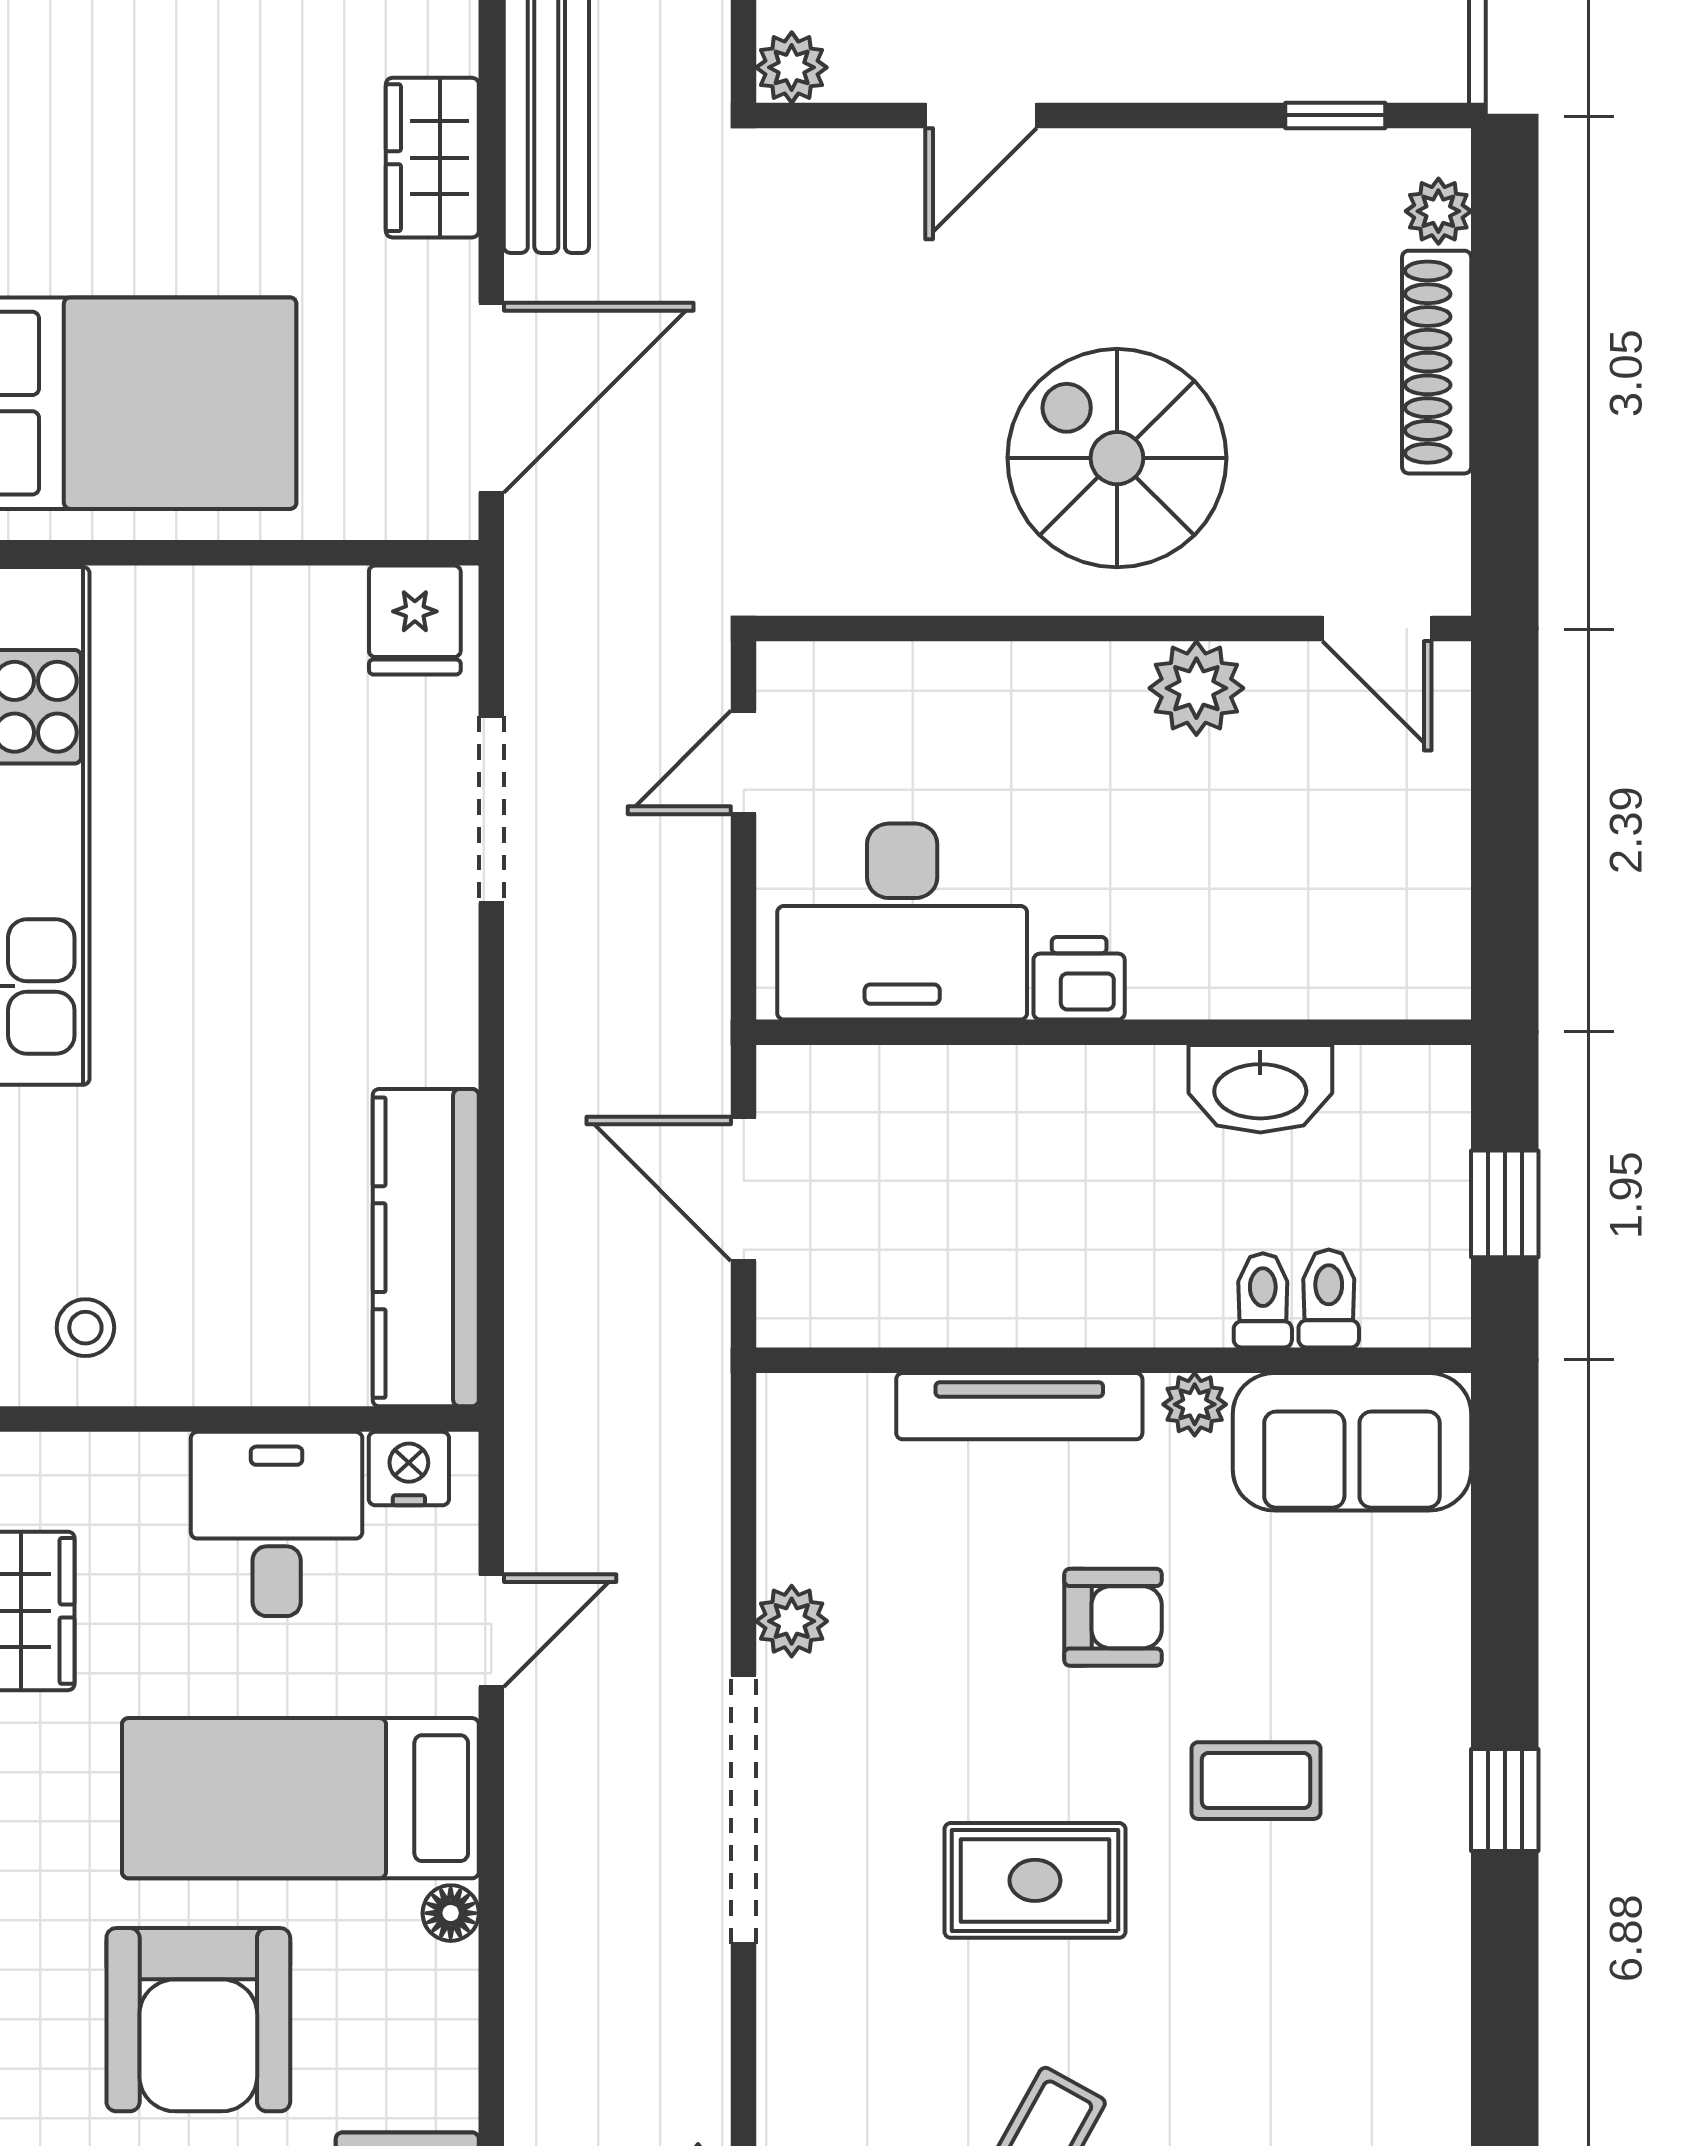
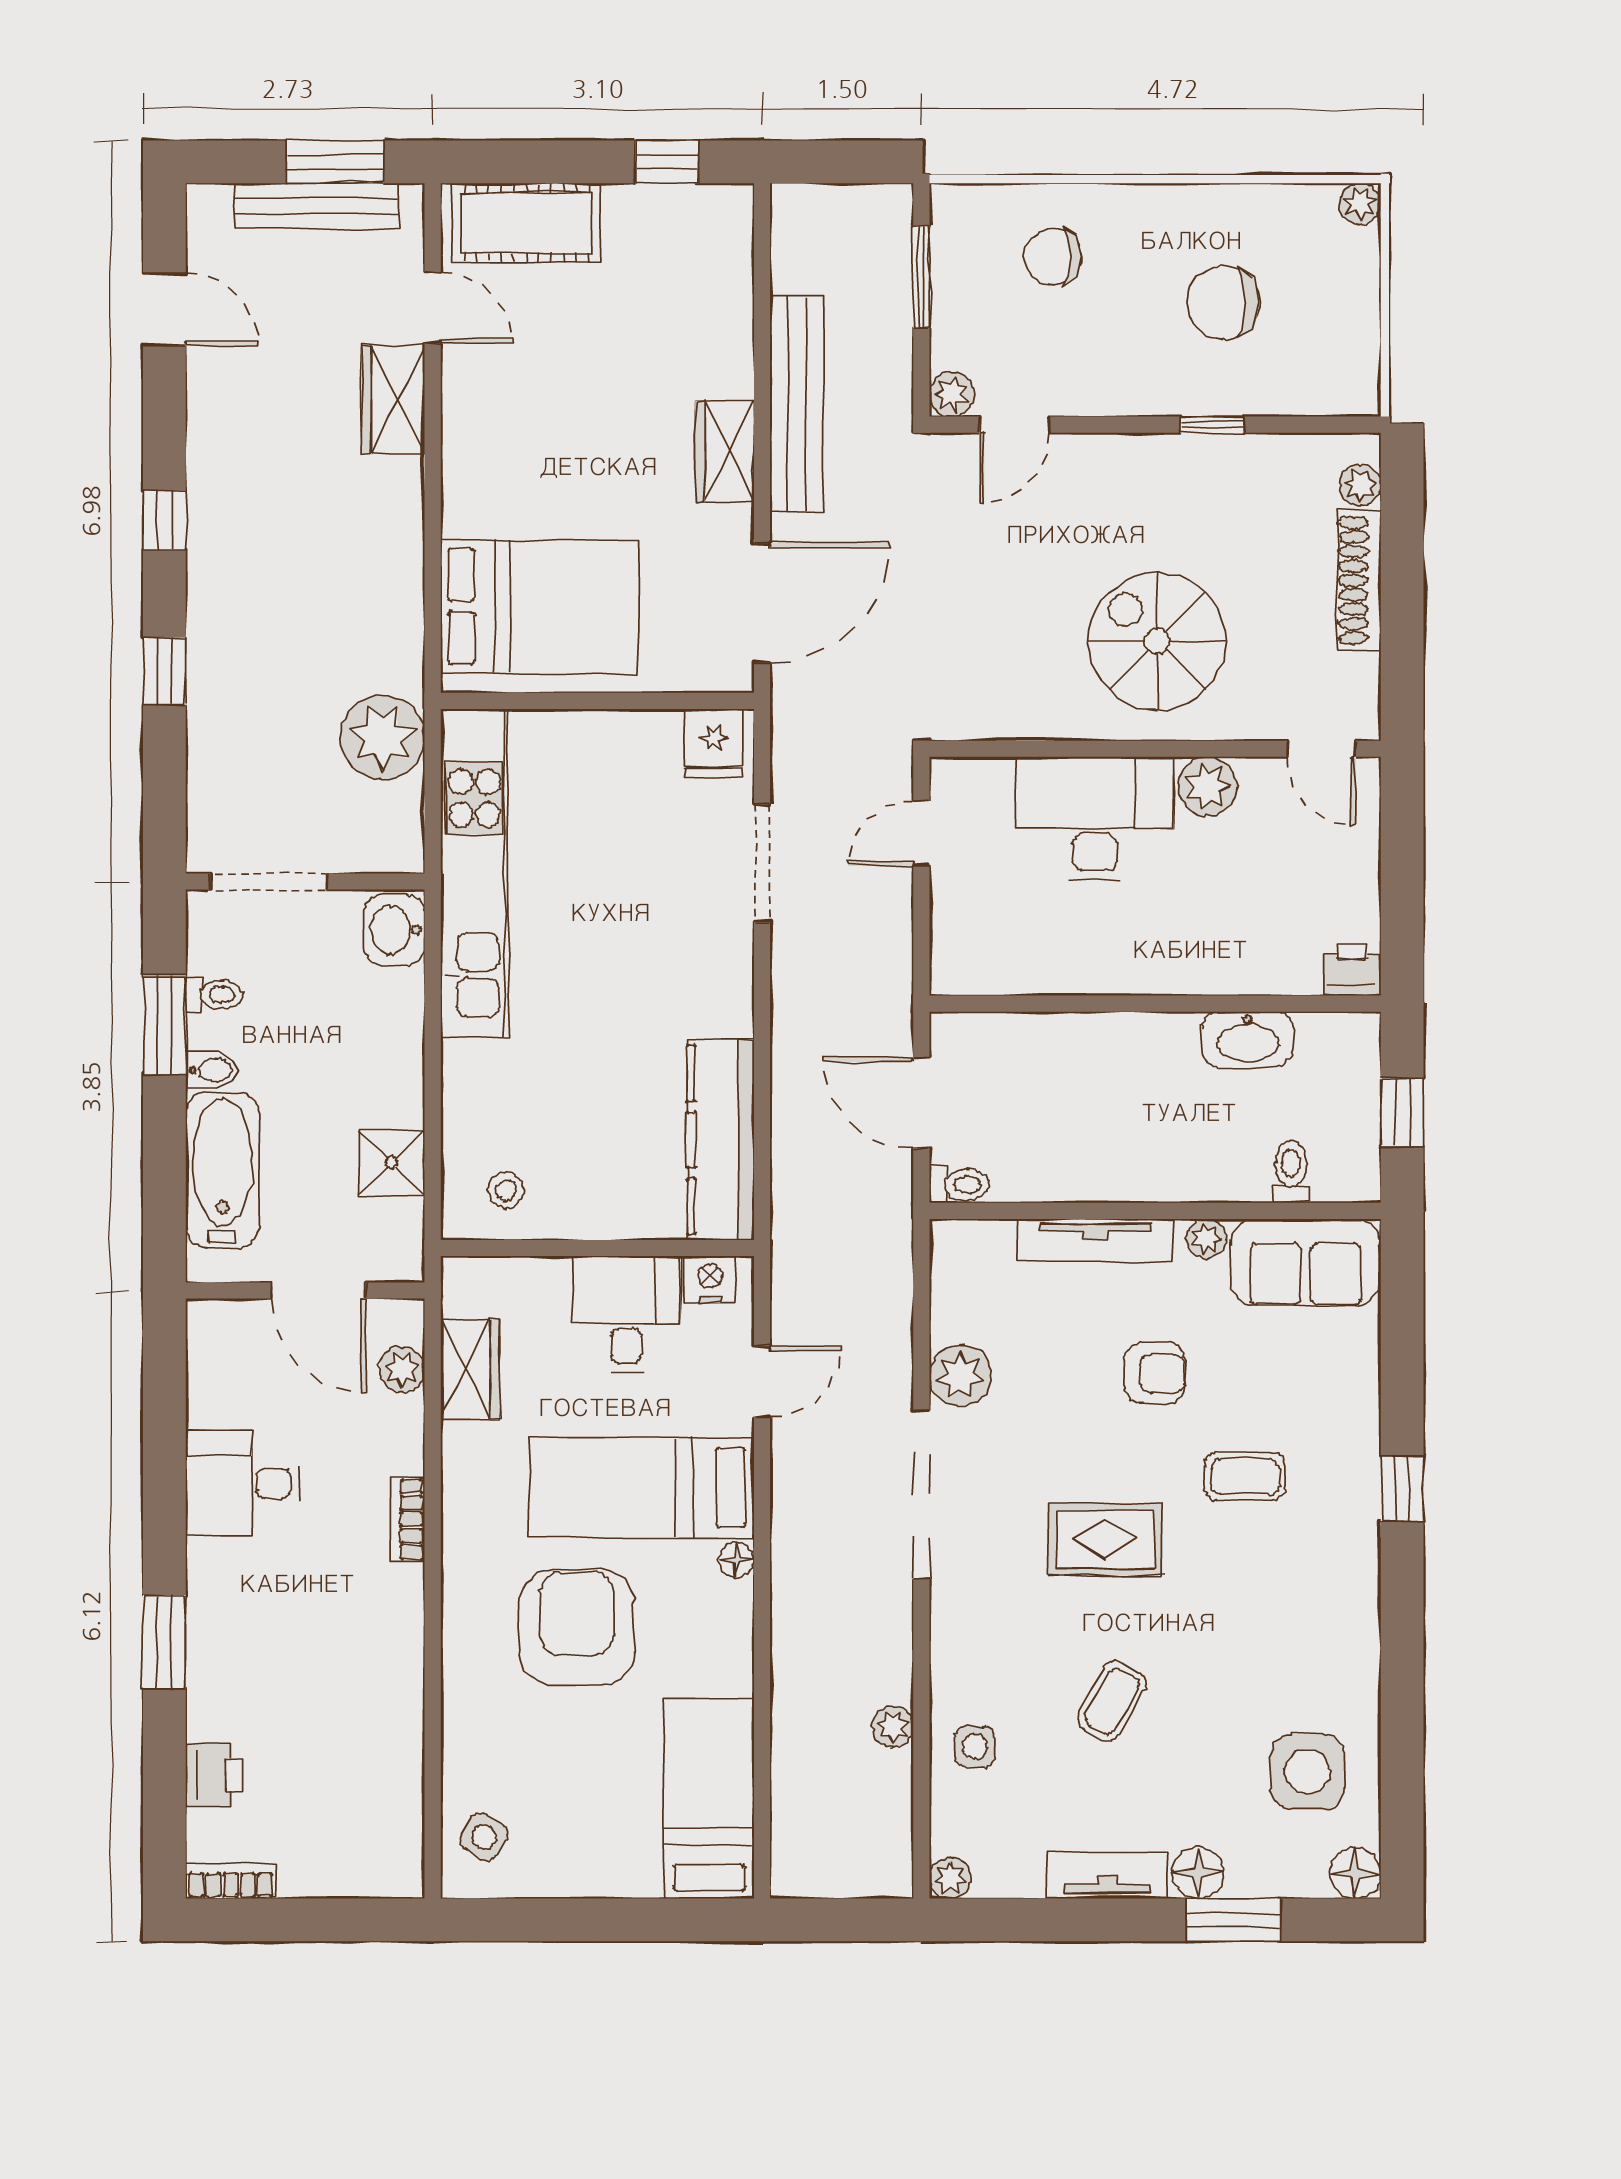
door: (981, 115) -> (1014, 425), moved
window: (1335, 115) -> (1212, 425), moved
desk: (902, 922) -> (1095, 819), moved, turned 180
printer: (1079, 978) -> (1352, 970), moved
toilet: (1263, 1300) -> (959, 1185), moved, turned 90
plant: (792, 1621) -> (960, 1376), width x1.38, depth x1.38
armchair: (198, 2020) -> (577, 1627), turned 180

